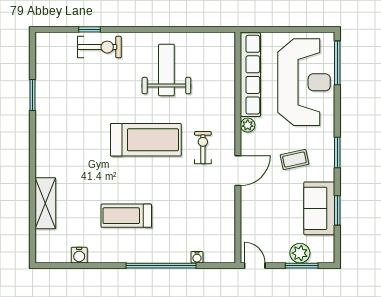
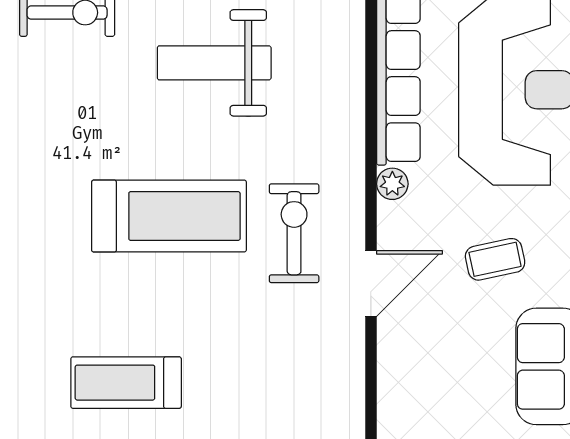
weight bench: (166, 70) -> (214, 63), turned -90
exercise bike: (203, 148) -> (294, 233), width x1.38, depth x1.39

